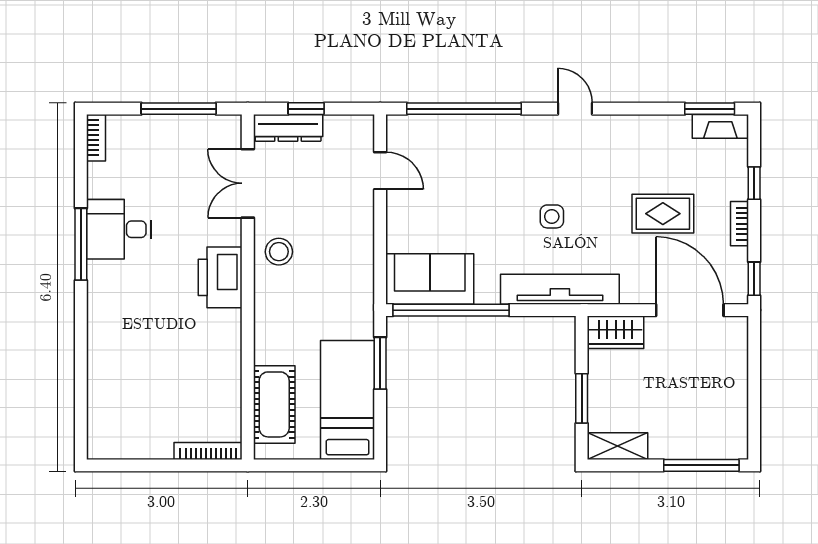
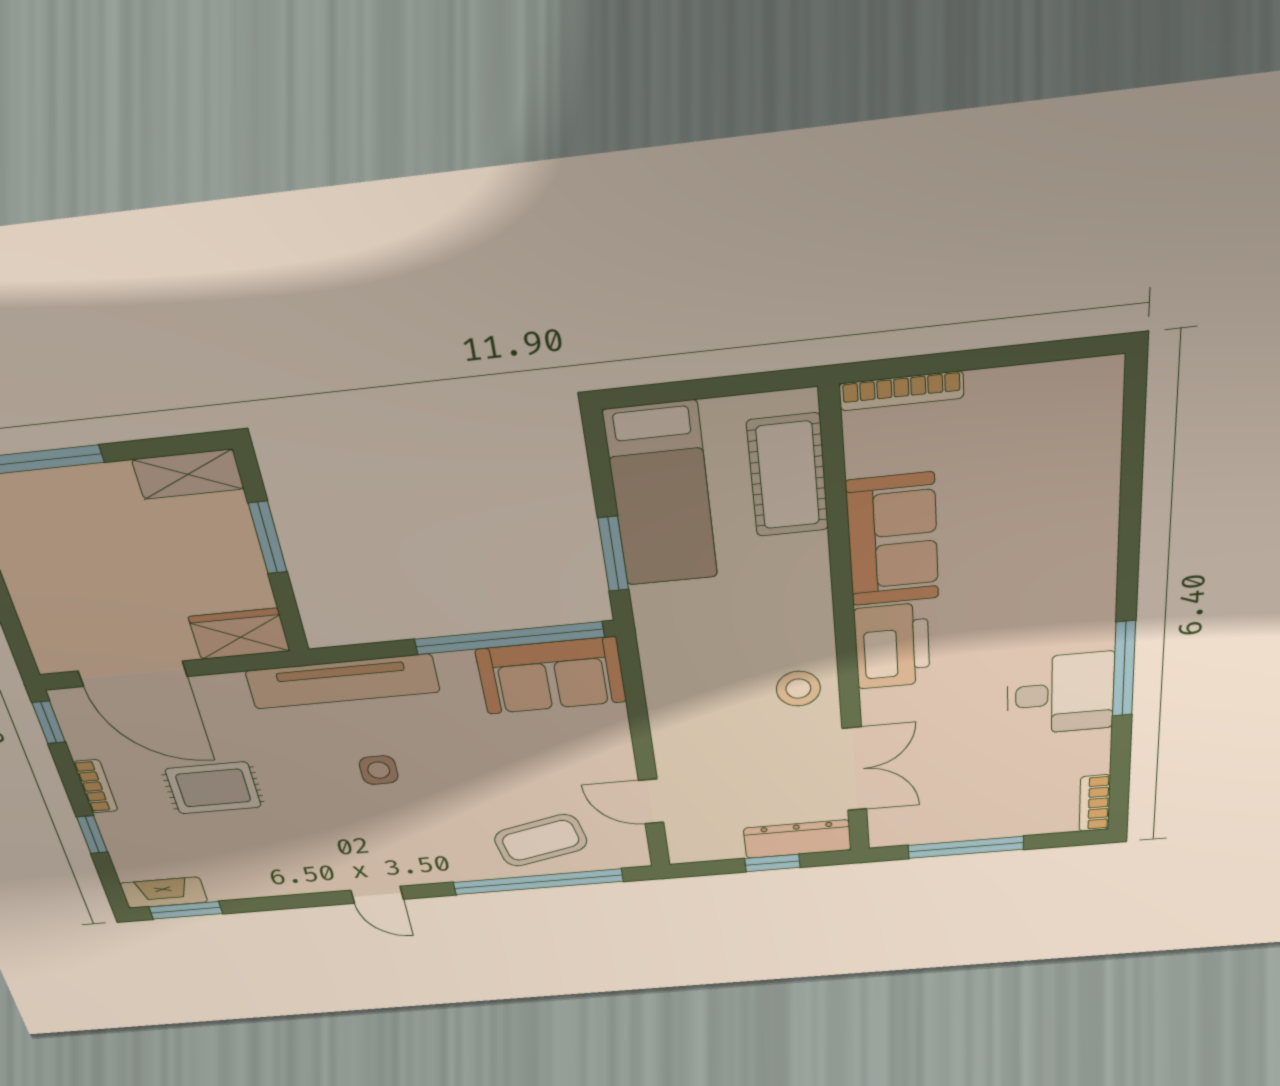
coffee table: (457, 145) -> (541, 840), added
sofa: (217, 354) -> (893, 540), added

